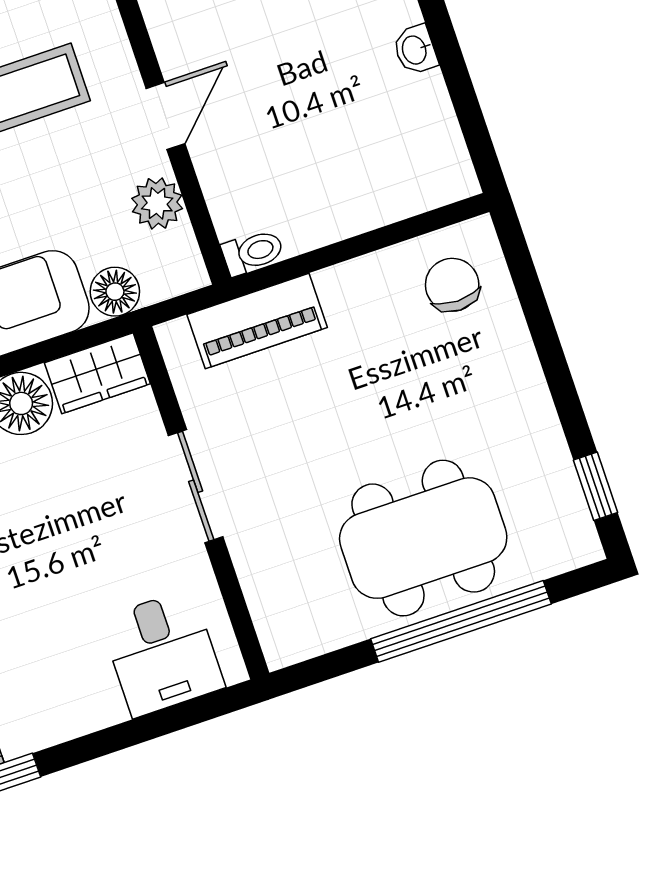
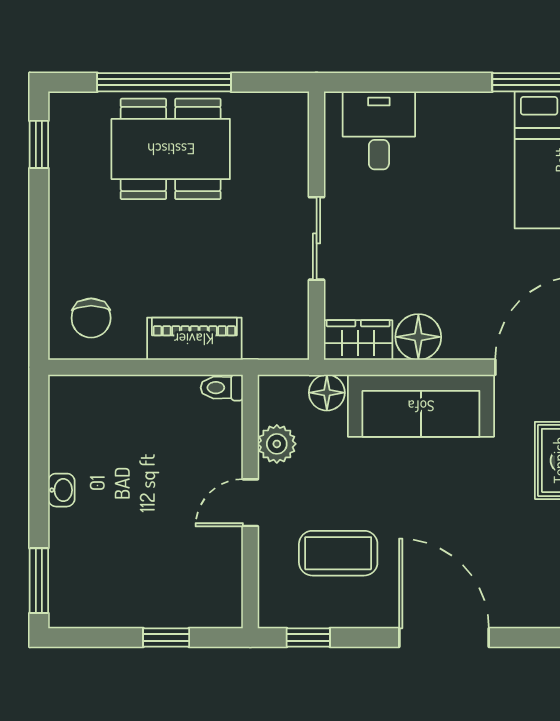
piano: (257, 321) -> (194, 339), moved

